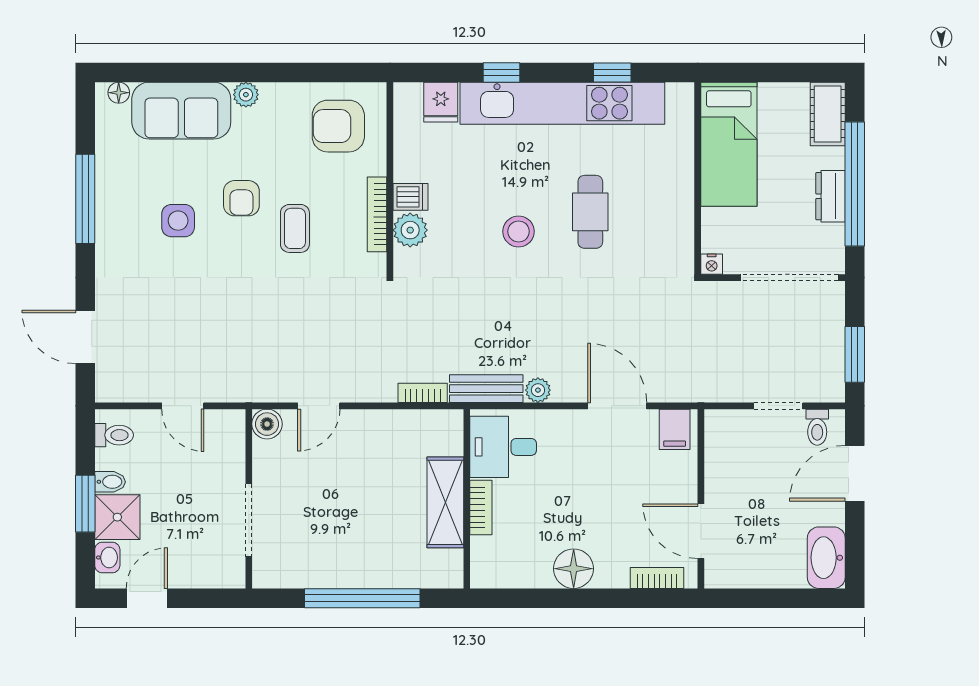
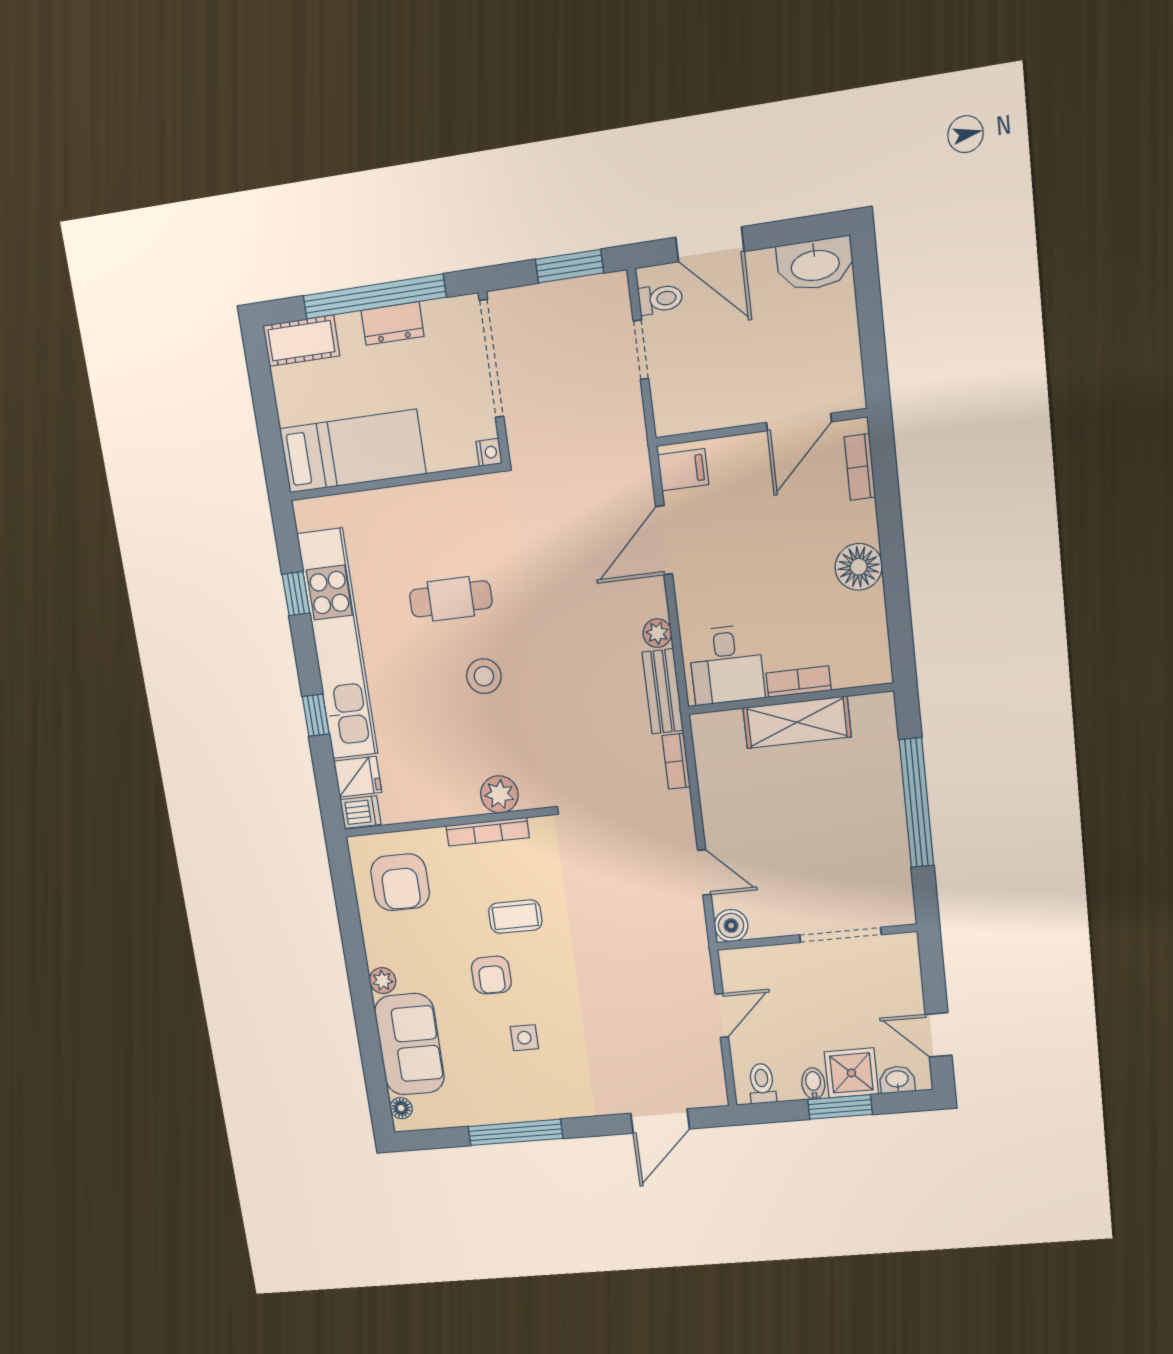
dishwasher: (410, 197) -> (361, 812), moved, turned 90
armchair: (241, 198) -> (491, 975), turned 90
side table: (178, 221) -> (524, 1038), width x0.73, depth x0.73

